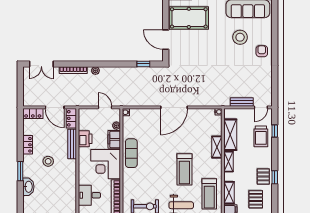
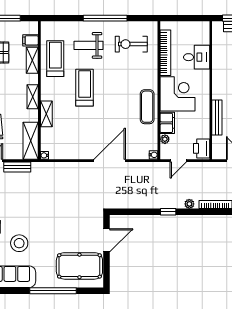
door: (166, 40) -> (107, 240), hinge flipped
window: (143, 64) -> (168, 212), moved
door: (105, 107) -> (178, 161), hinge flipped
door: (174, 107) -> (110, 161), moved
locker: (71, 118) -> (218, 148), removed
shelving: (230, 135) -> (31, 141), moved
printer: (85, 139) -> (202, 148), moved

